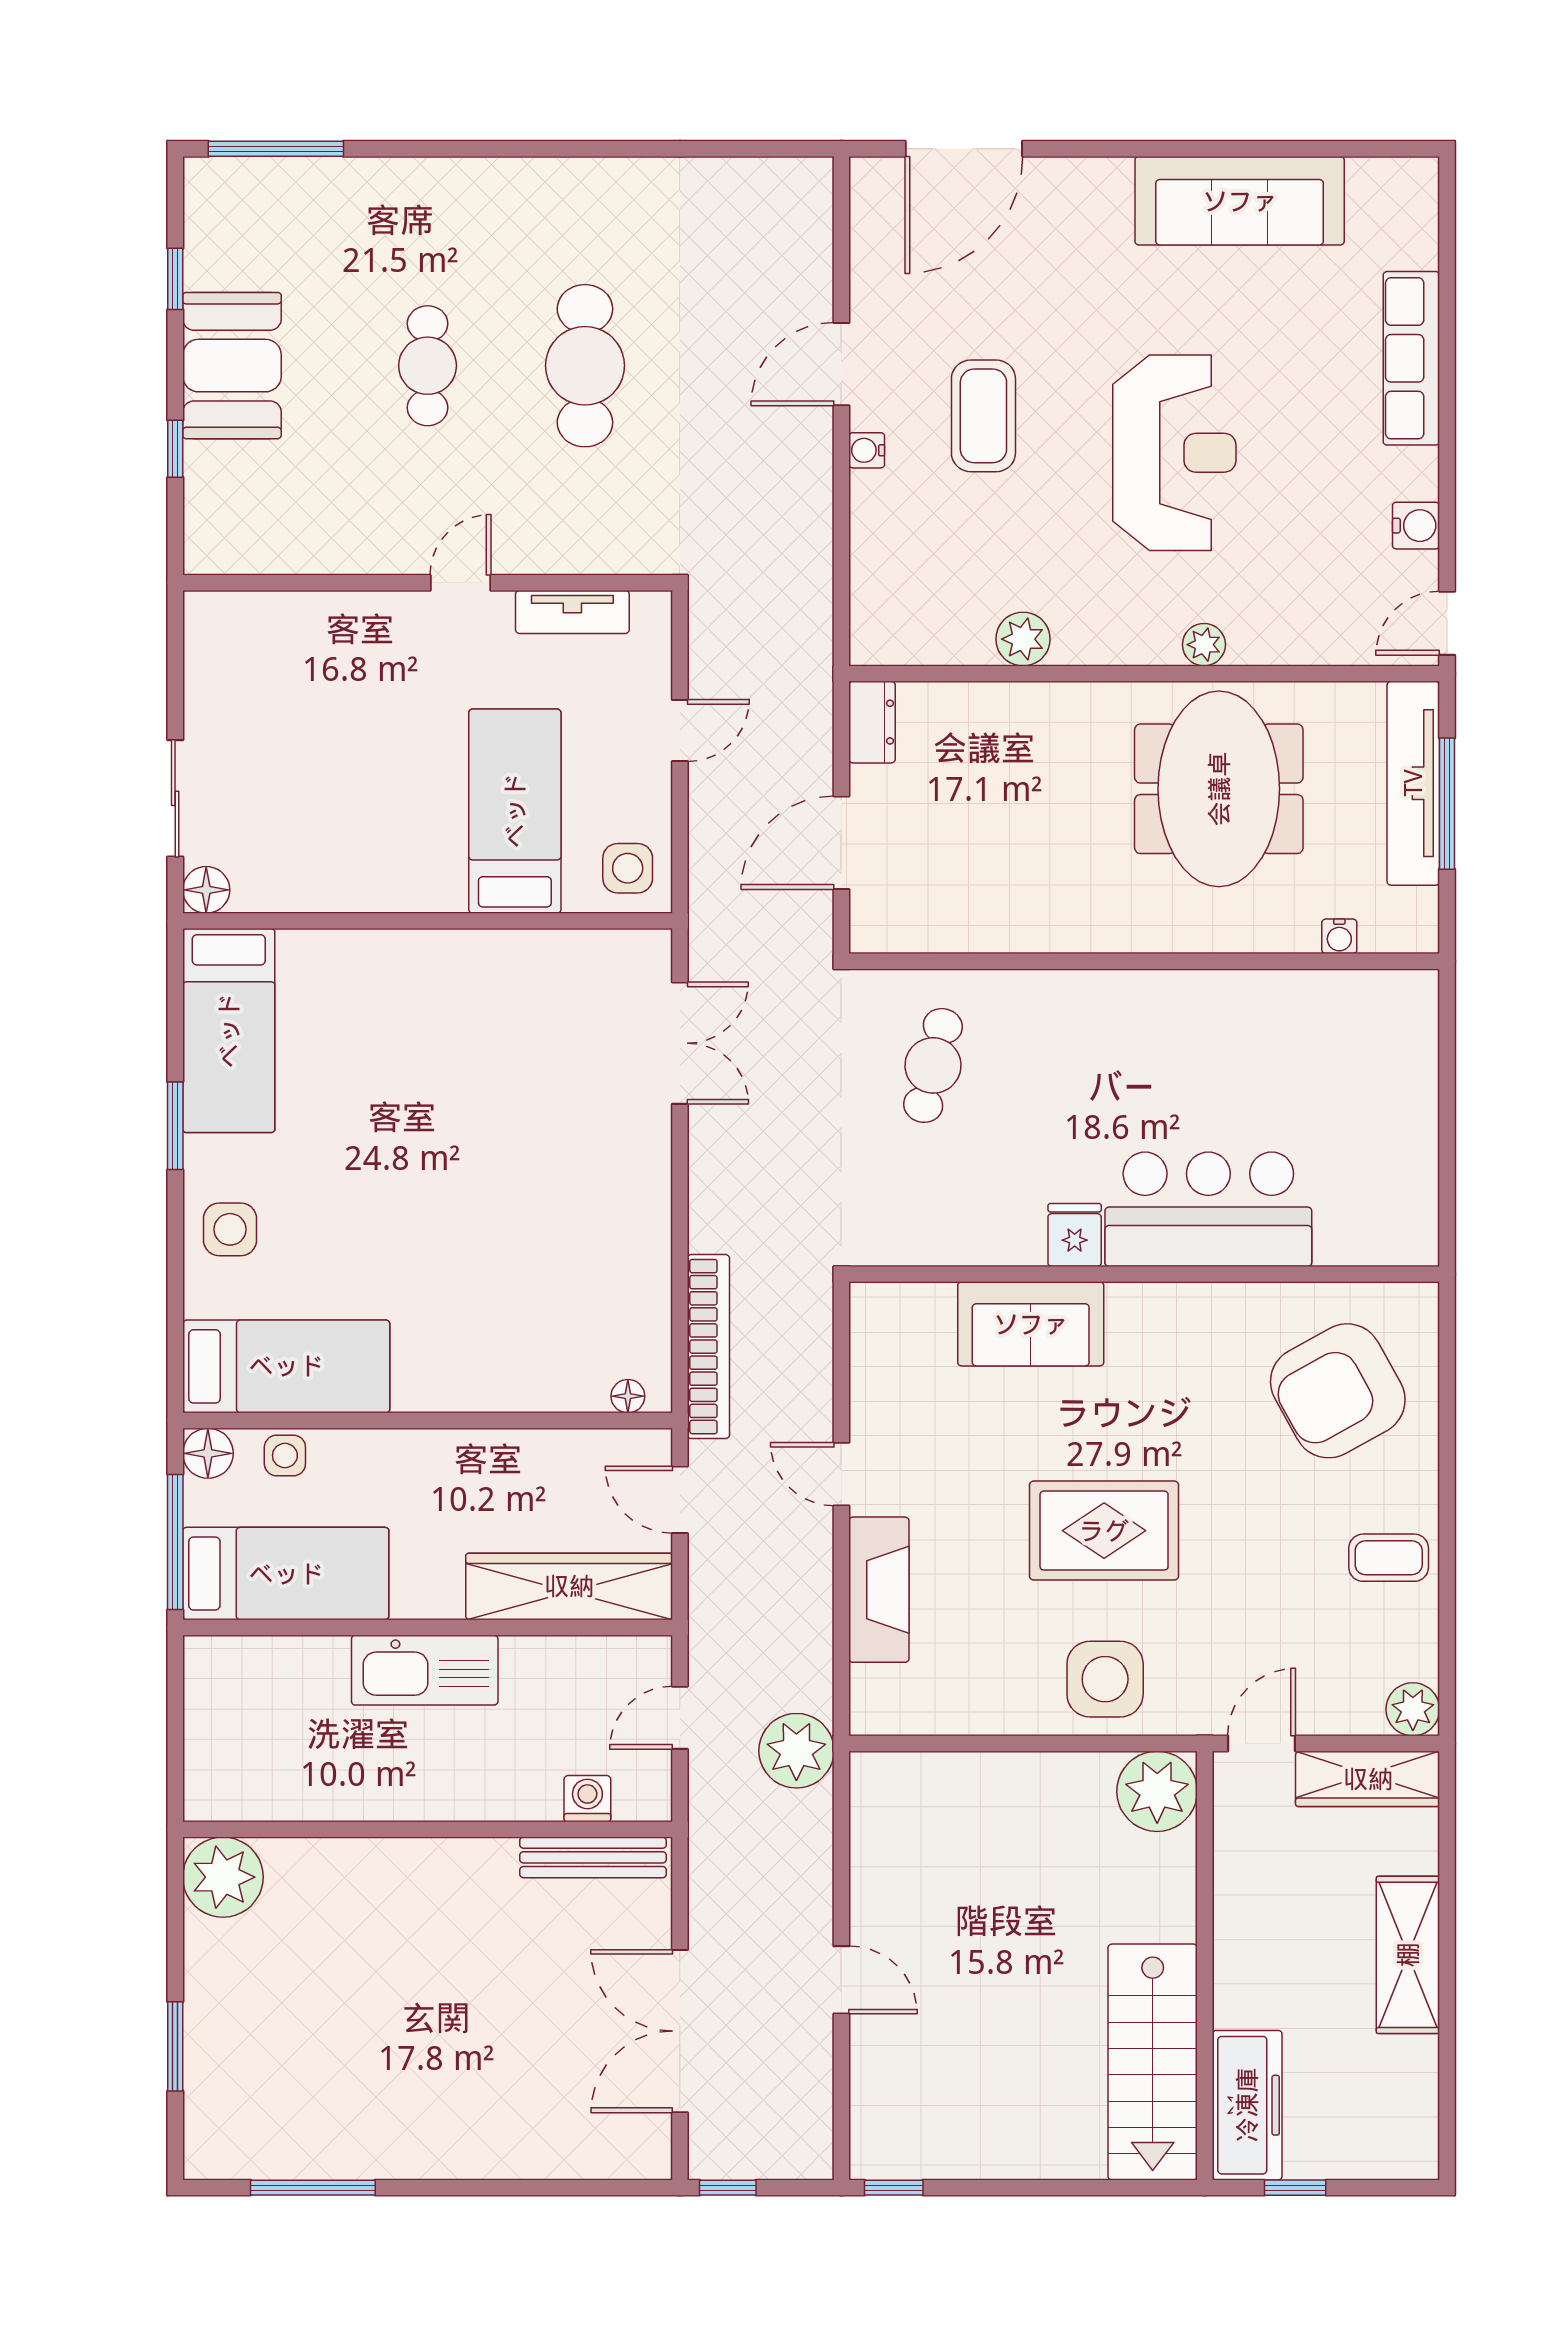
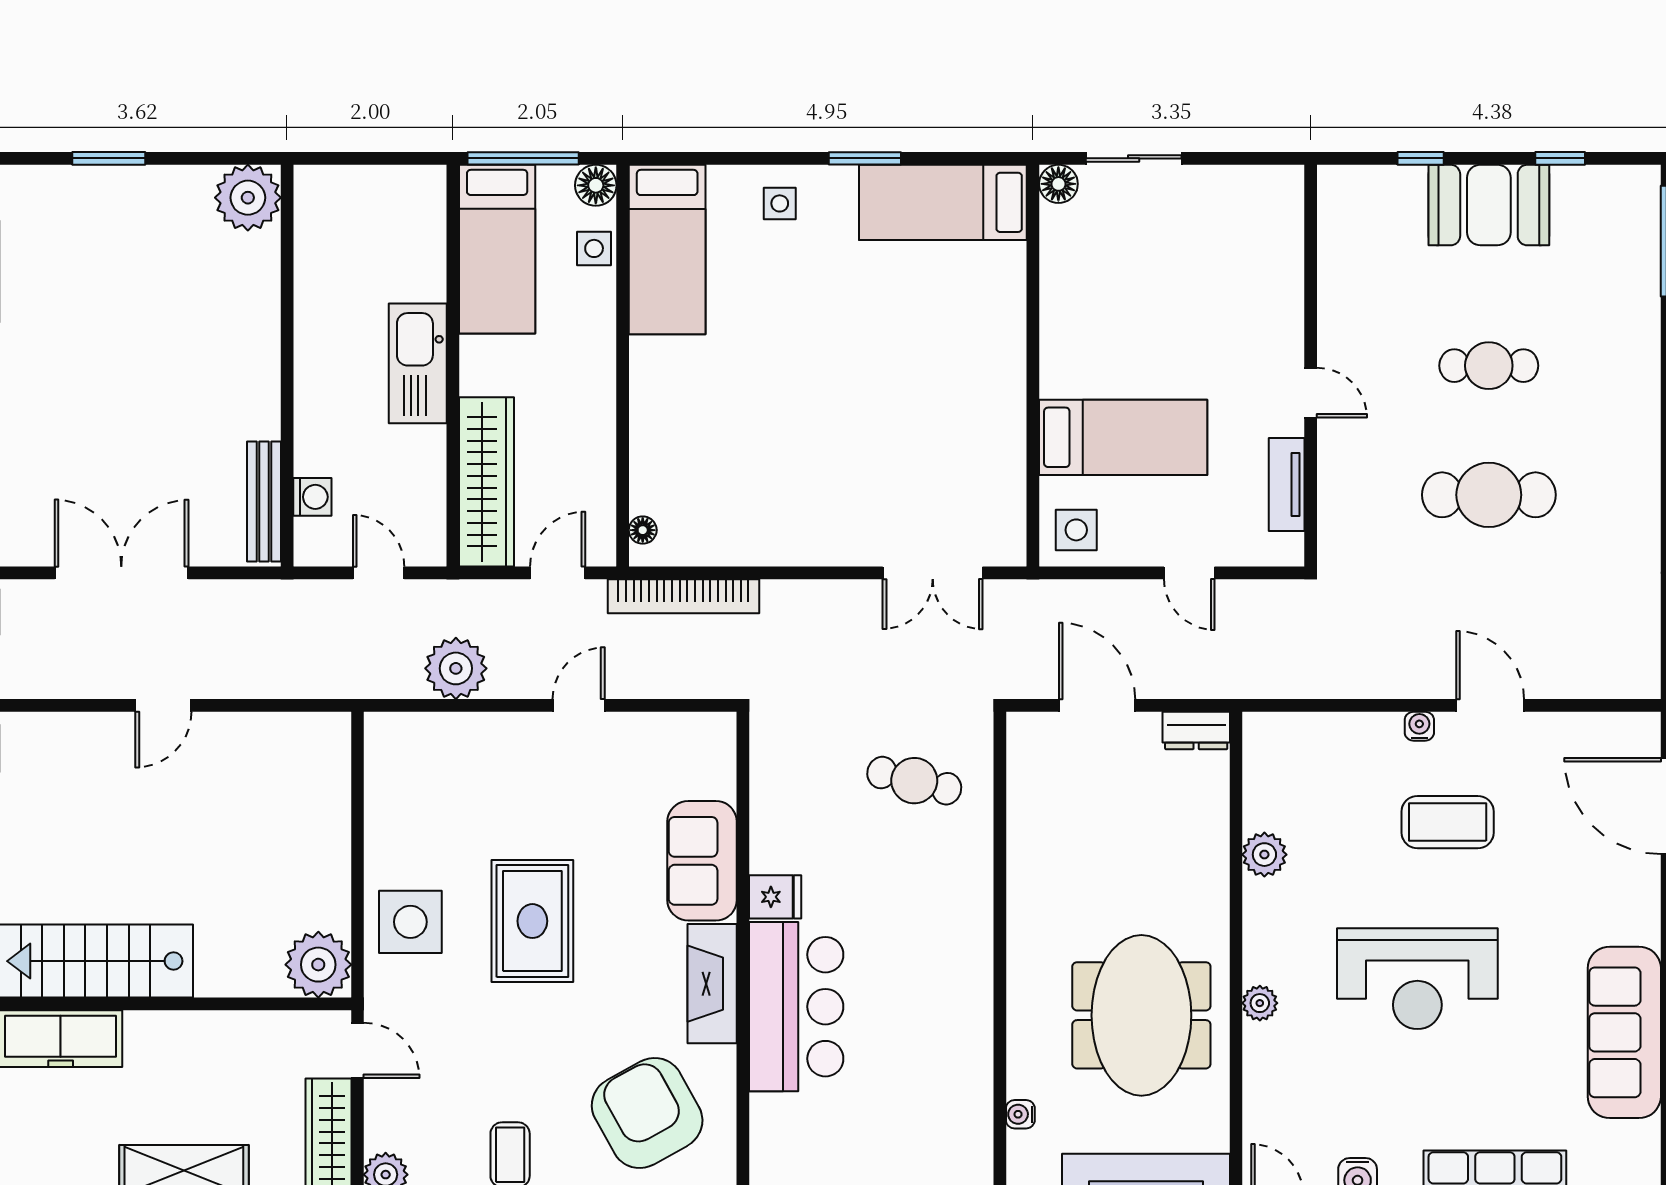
meeting table: (1219, 789) -> (1141, 1015), turned 90
side table: (230, 1229) -> (780, 203), width x0.73, depth x0.73
fireplace: (879, 1590) -> (712, 984), moved, turned 90
plant: (796, 1751) -> (456, 668), moved

